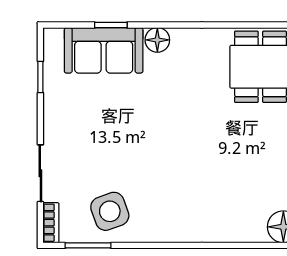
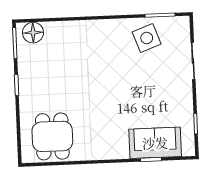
floor lamp: (157, 40) -> (120, 151), removed
bookcase: (51, 223) -> (185, 29), removed

